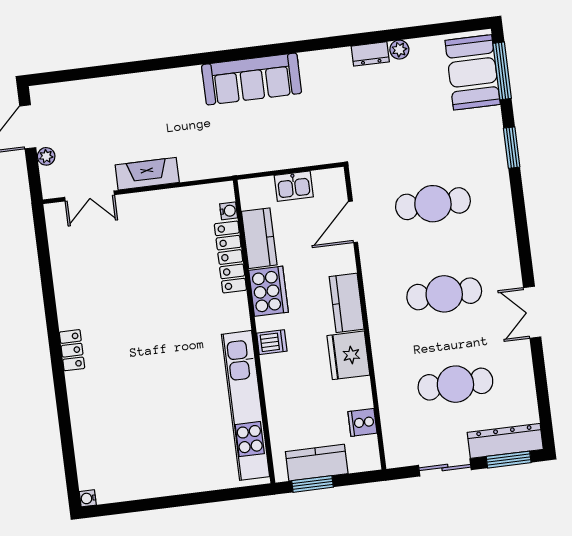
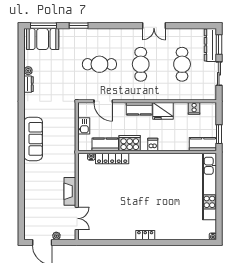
cafe table: (433, 204) -> (99, 64), turned 90
kitchen unit: (246, 405) -> (209, 186), moved, turned 90
kitchen counter: (317, 463) -> (203, 144), moved, turned 90

